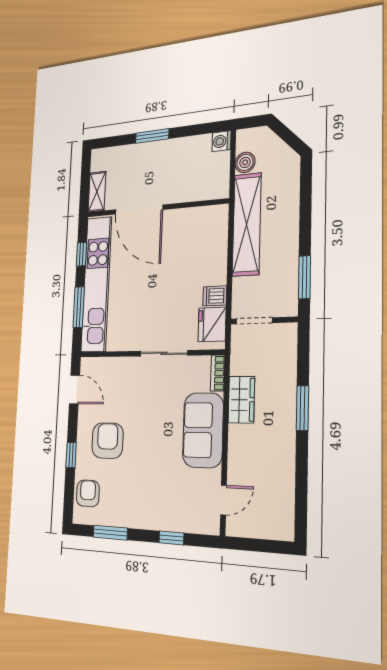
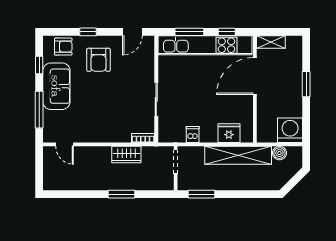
washing machine: (222, 141) -> (290, 130), width x1.89, depth x1.89
fridge: (212, 324) -> (229, 133), moved
sofa: (203, 430) -> (56, 86), moved, turned 90
armchair: (108, 441) -> (98, 60), turned 90
window: (110, 533) -> (39, 65), width x0.67
window: (171, 538) -> (39, 110), width x2.17

